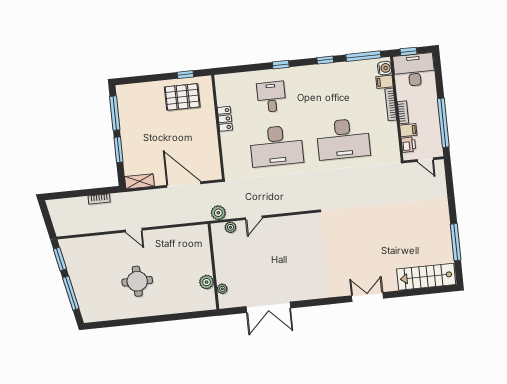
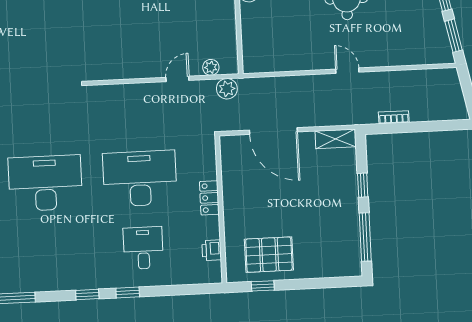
window: (325, 60) -> (87, 295), moved
desk: (271, 97) -> (143, 248), turned 180
printer: (223, 98) -> (212, 250), added
locker: (225, 119) -> (209, 198), moved
window: (119, 150) -> (363, 185), width x0.67

